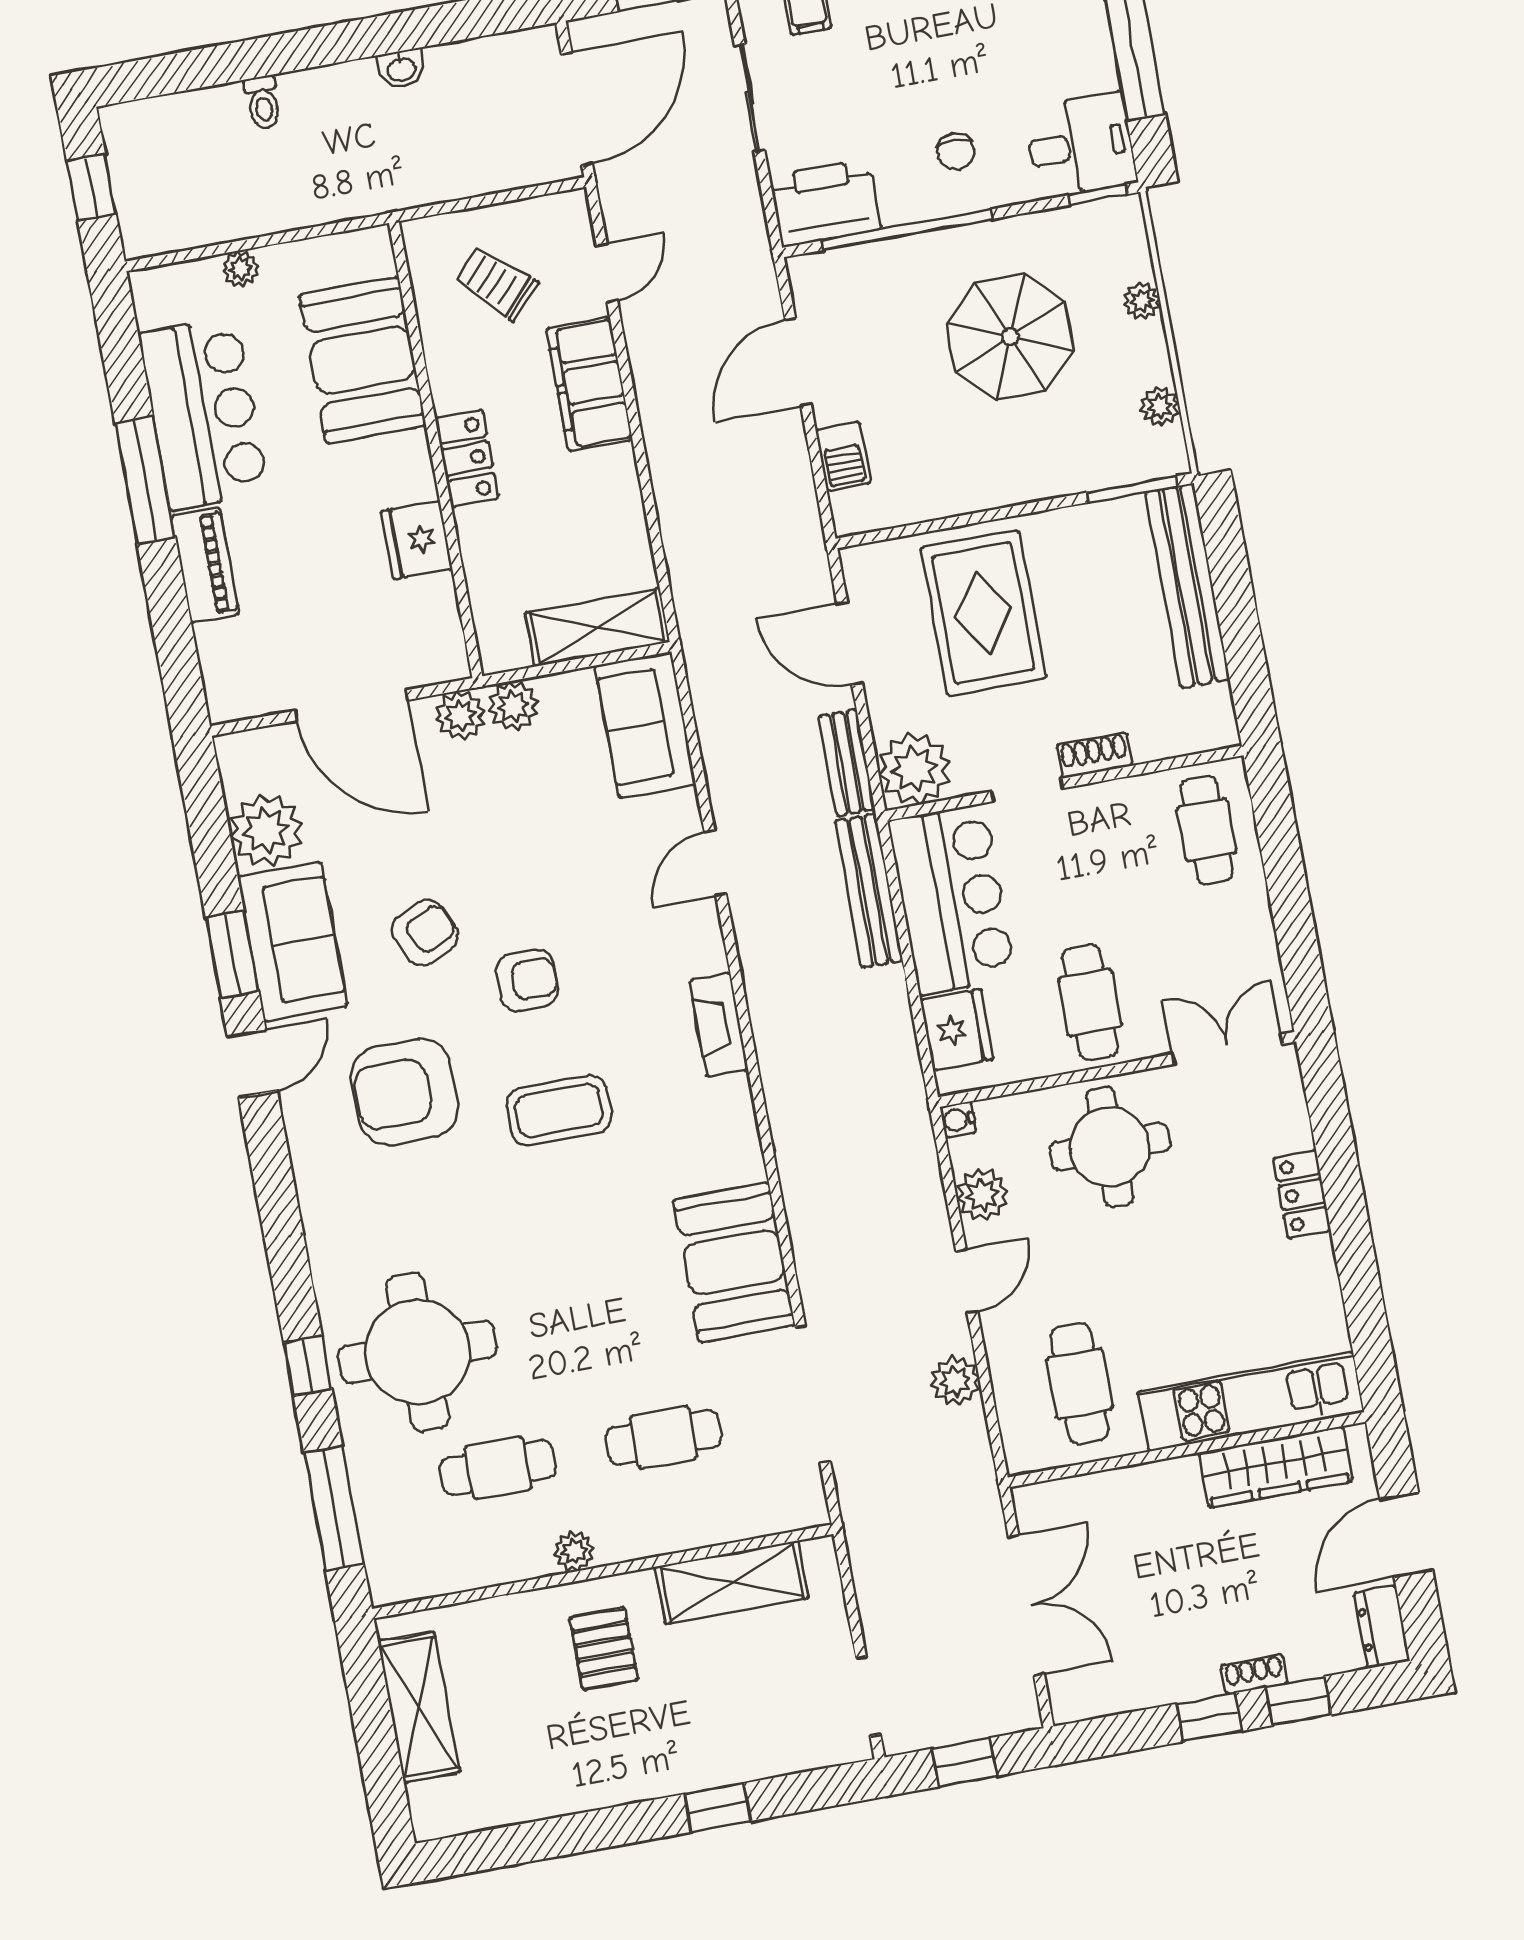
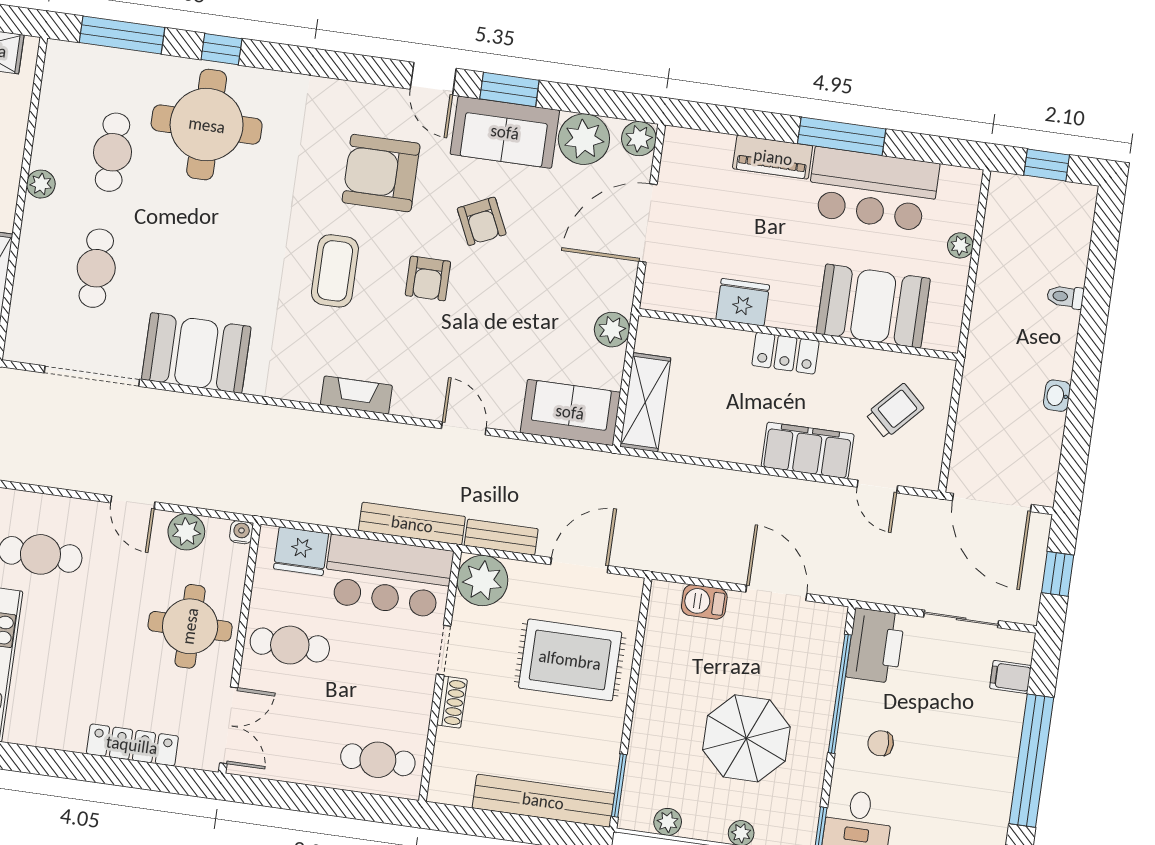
plant: (460, 715) -> (639, 139), moved
armchair: (405, 1092) -> (381, 173), turned -90
locker: (1302, 1194) -> (132, 745), width x1.53
plant: (955, 1381) -> (70, 473), removed

